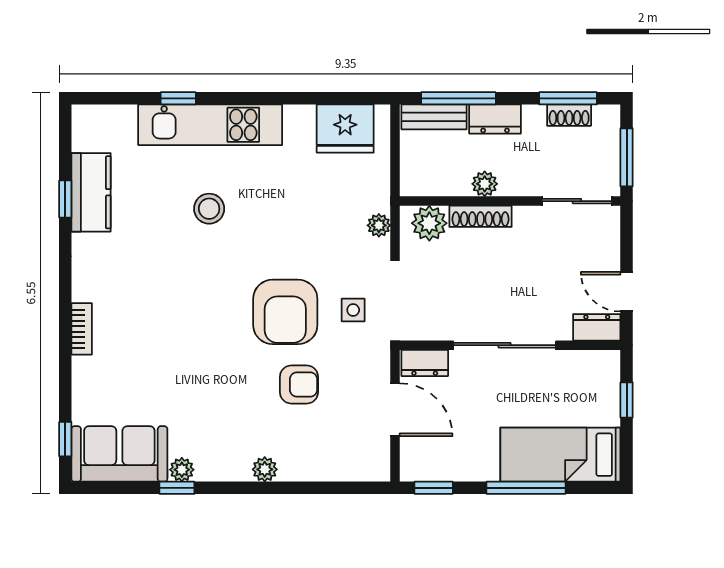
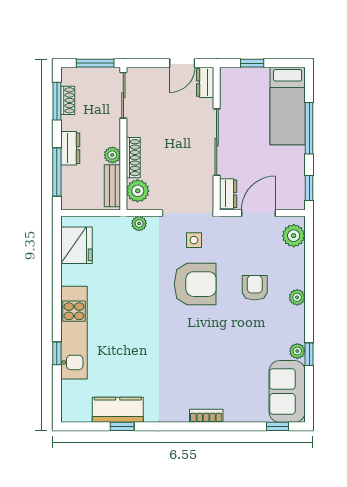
bench: (434, 117) -> (112, 186), moved
stool: (209, 209) -> (128, 333), removed
armchair: (299, 385) -> (255, 288), moved
plant: (360, 464) -> (294, 236), added

